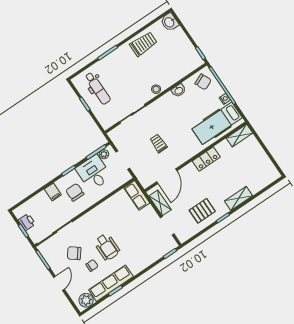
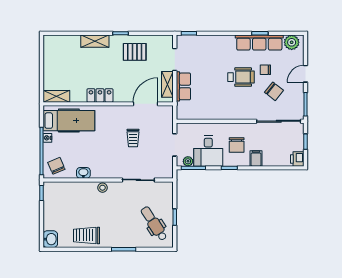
dental chair: (98, 88) -> (154, 224), turned -33
row of seats: (137, 195) -> (183, 86), moved
printer: (27, 222) -> (297, 159), moved
wheelchair: (107, 247) -> (241, 77), turned 90

